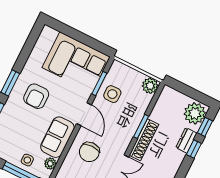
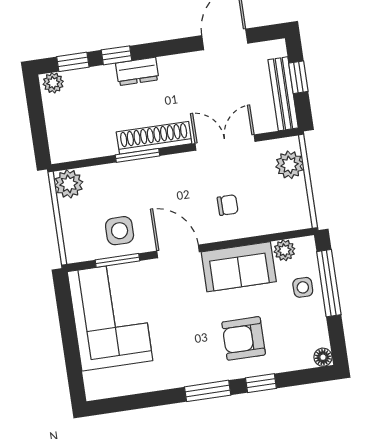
armchair: (36, 96) -> (244, 338), moved, turned 180
plant: (195, 113) -> (53, 83), width x0.53, depth x0.53
door: (84, 114) -> (178, 251), hinge flipped
dresser: (186, 140) -> (137, 71), moved
chair: (89, 152) -> (228, 205), width x0.54, depth x0.54

